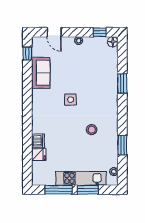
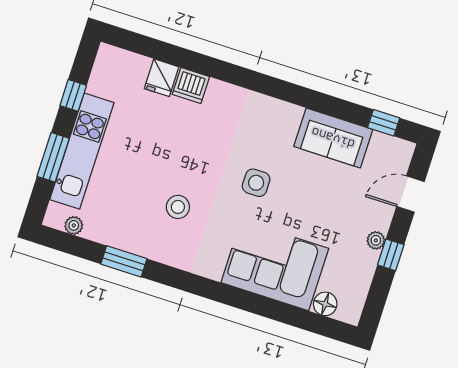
window: (100, 32) -> (391, 255), moved
floor lamp: (113, 42) -> (325, 304), moved
corner sofa: (103, 80) -> (275, 265), added
window: (122, 83) -> (255, 304), removed
window: (58, 190) -> (73, 95), width x0.46

